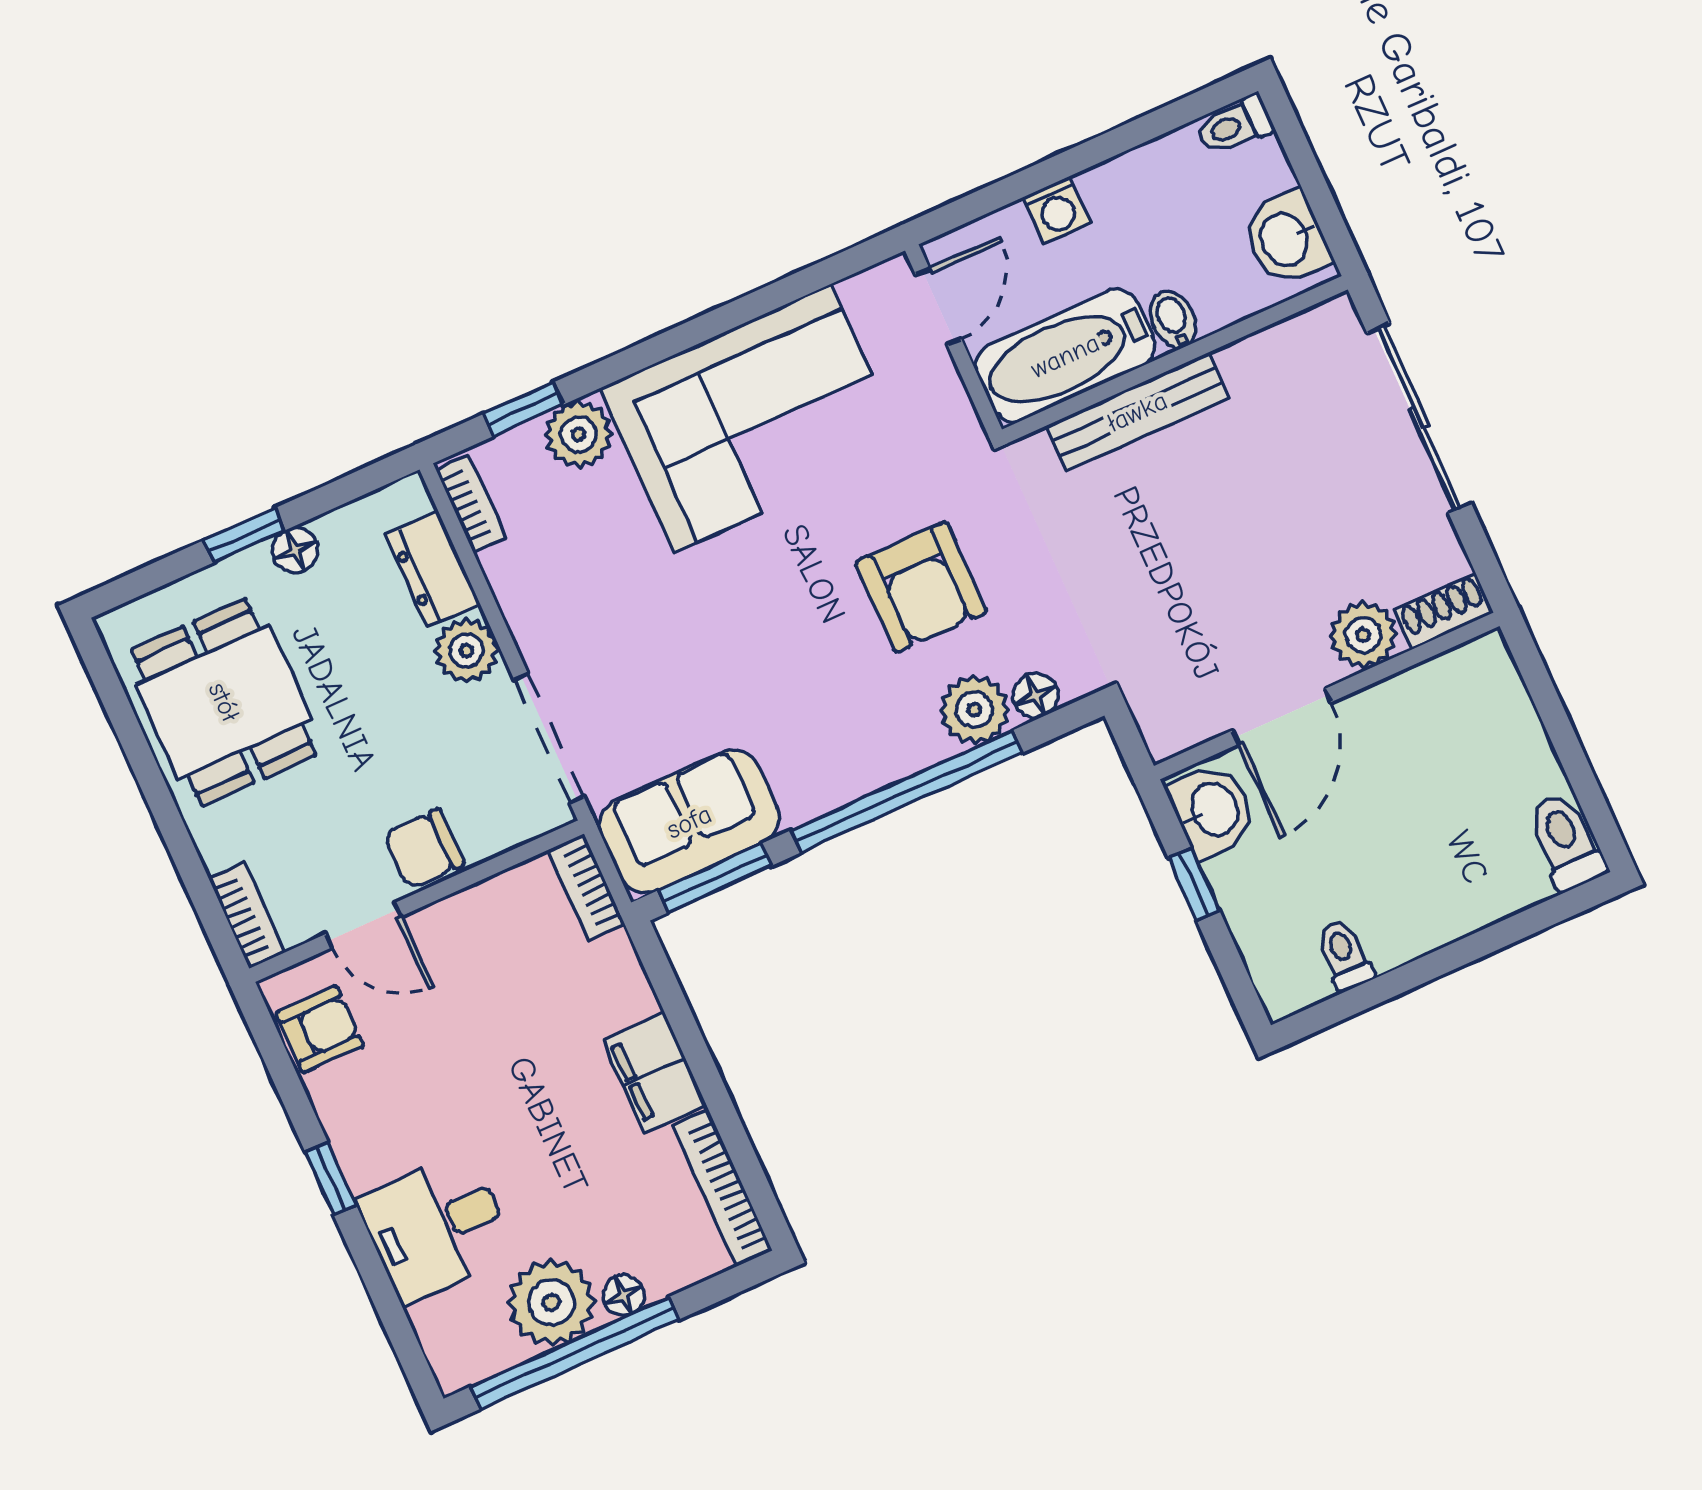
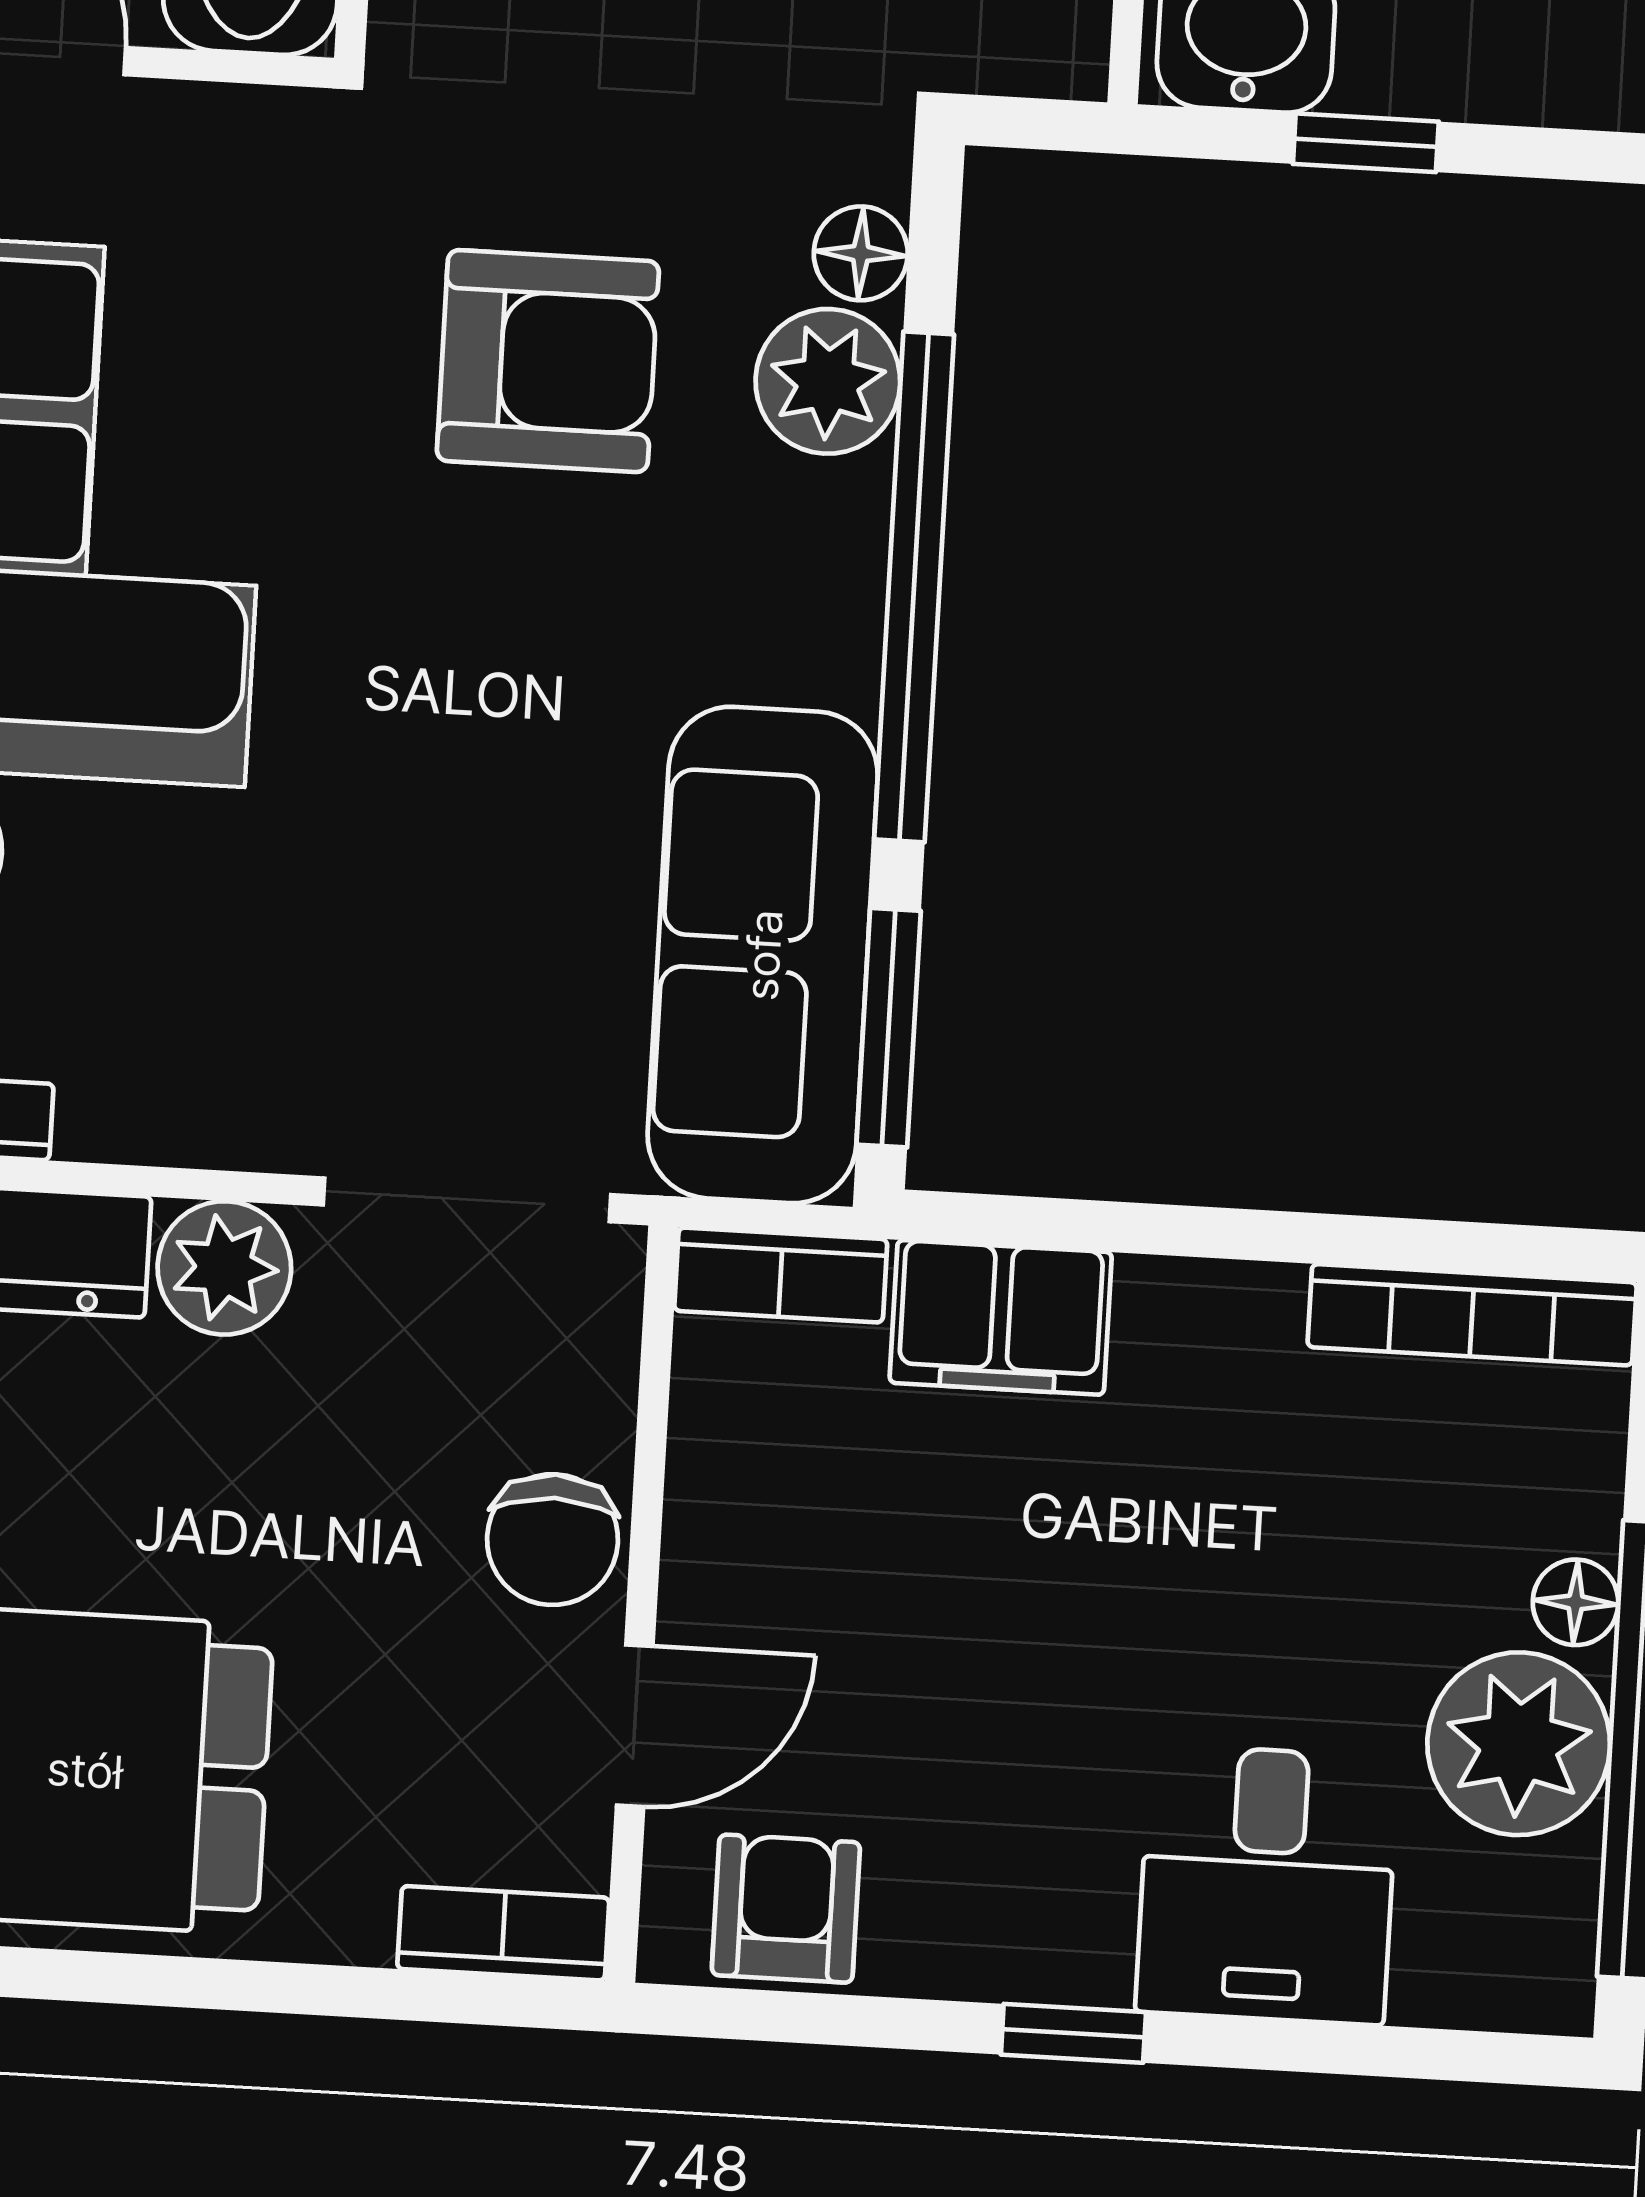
sofa: (689, 822) -> (763, 955), width x1.36
filing cabinet: (654, 1072) -> (1001, 1317), moved

